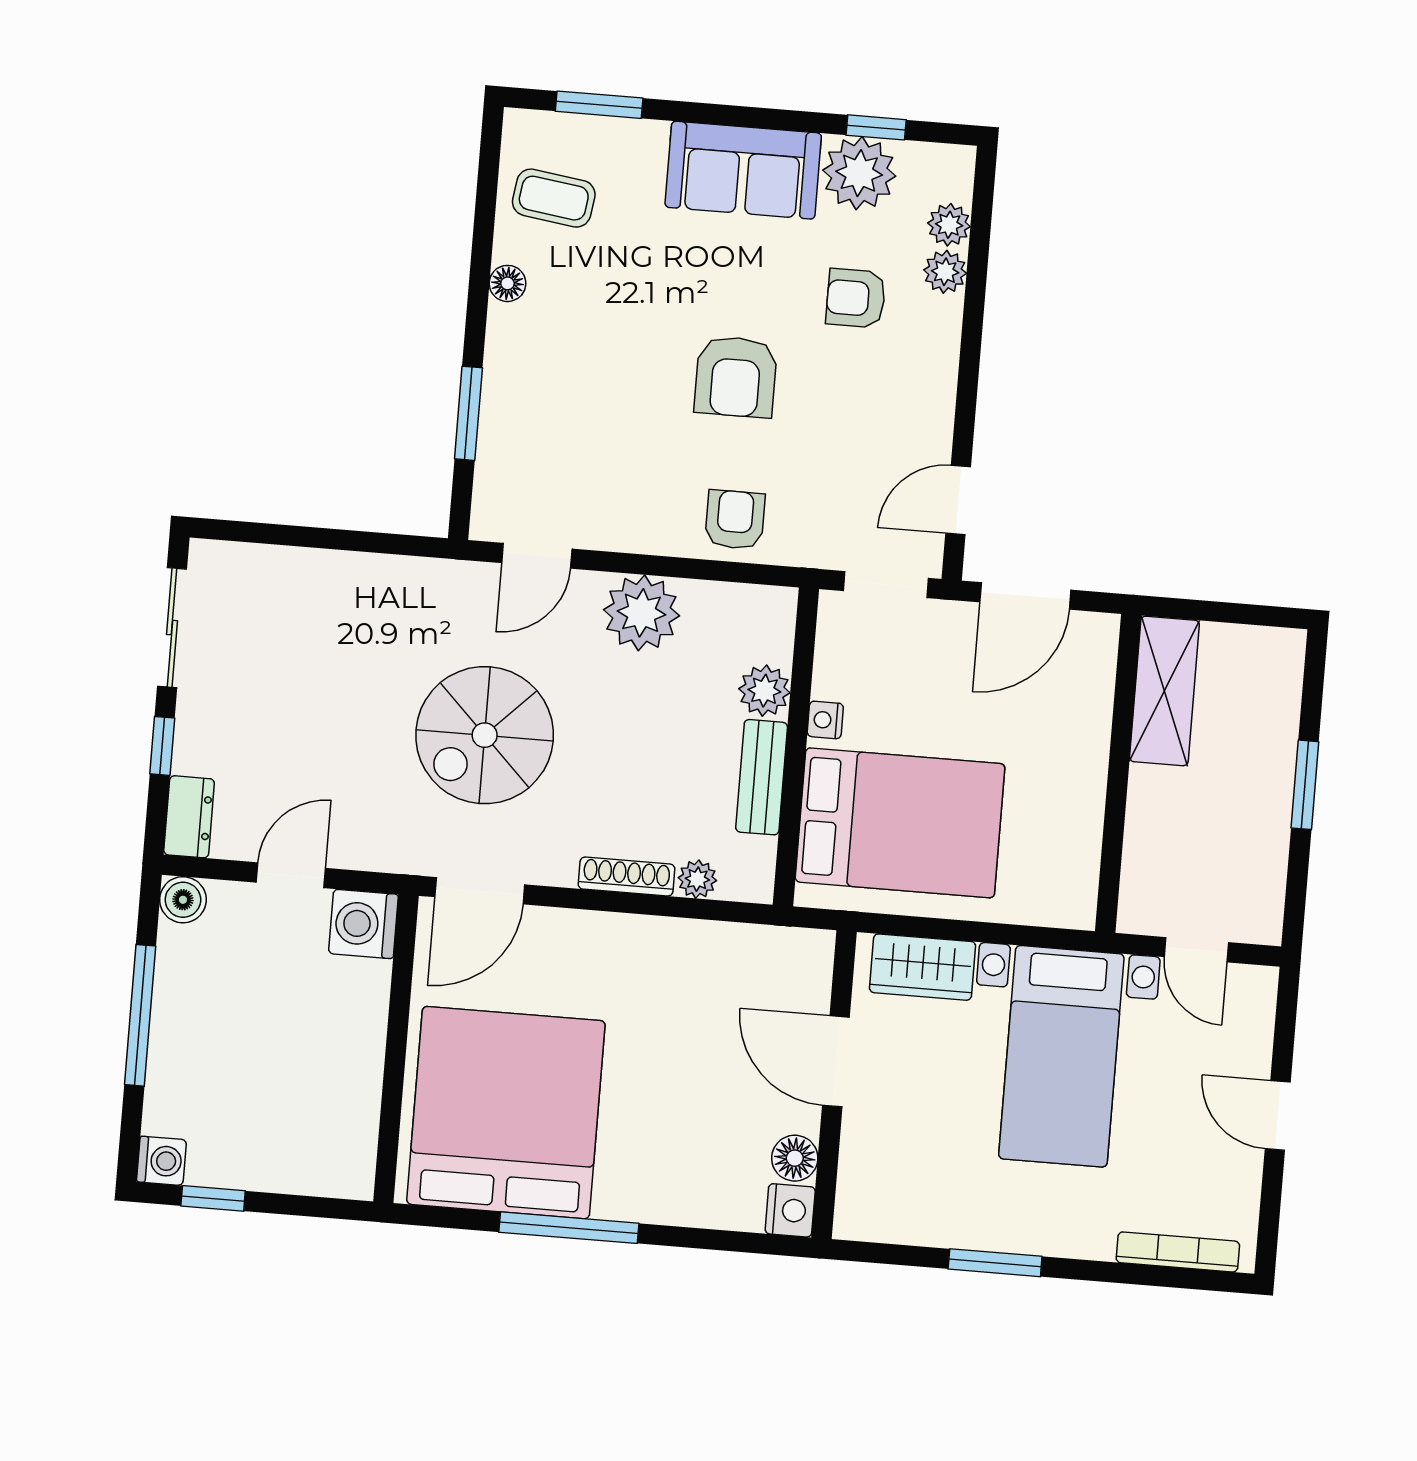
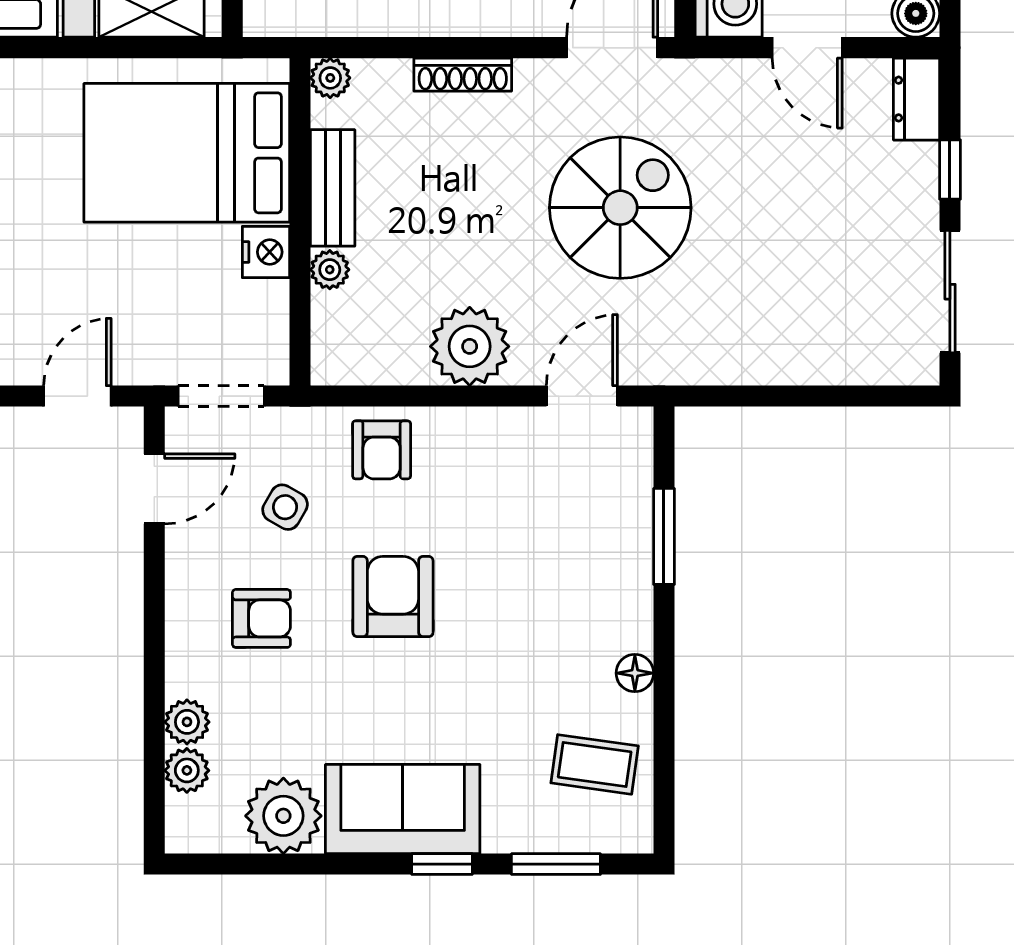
window: (876, 127) -> (442, 864), moved
armchair: (856, 298) -> (261, 618), moved
side table: (833, 472) -> (285, 507), added
door: (1025, 596) -> (77, 396), width x0.73
plant: (764, 691) -> (330, 270), width x0.73, depth x0.73
nightstand: (825, 720) -> (266, 252), width x1.39, depth x1.35
door: (291, 875) -> (807, 48), hinge flipped
plant: (697, 879) -> (330, 78), moved

